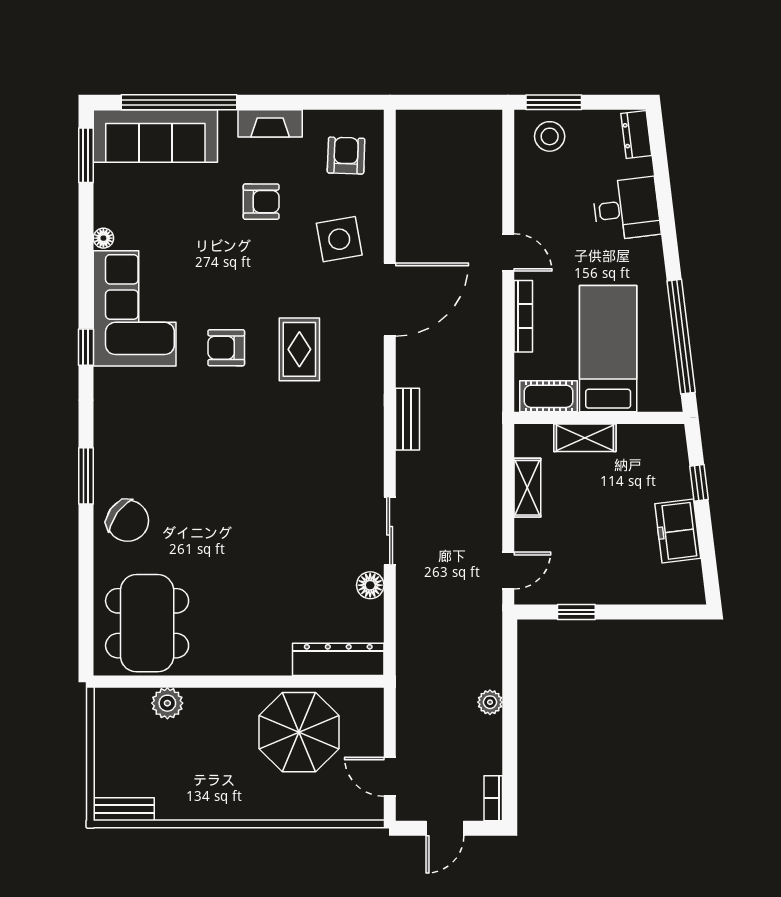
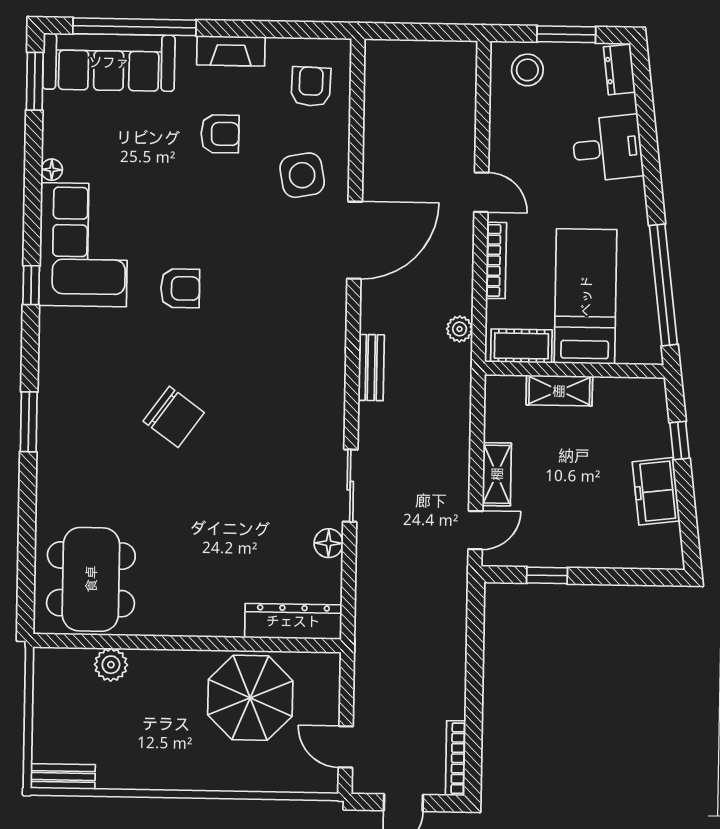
window: (554, 102) -> (566, 34), moved
armchair: (226, 348) -> (180, 288), turned 180
rug: (299, 349) -> (258, 291), removed
shelving: (527, 488) -> (497, 474), moved
chair: (128, 521) -> (174, 417), moved
plant: (490, 702) -> (460, 329), moved
bookcase: (493, 798) -> (456, 758), width x1.56

